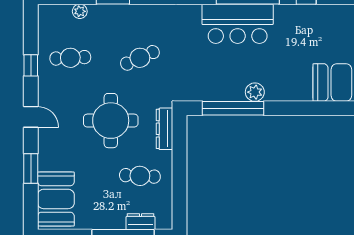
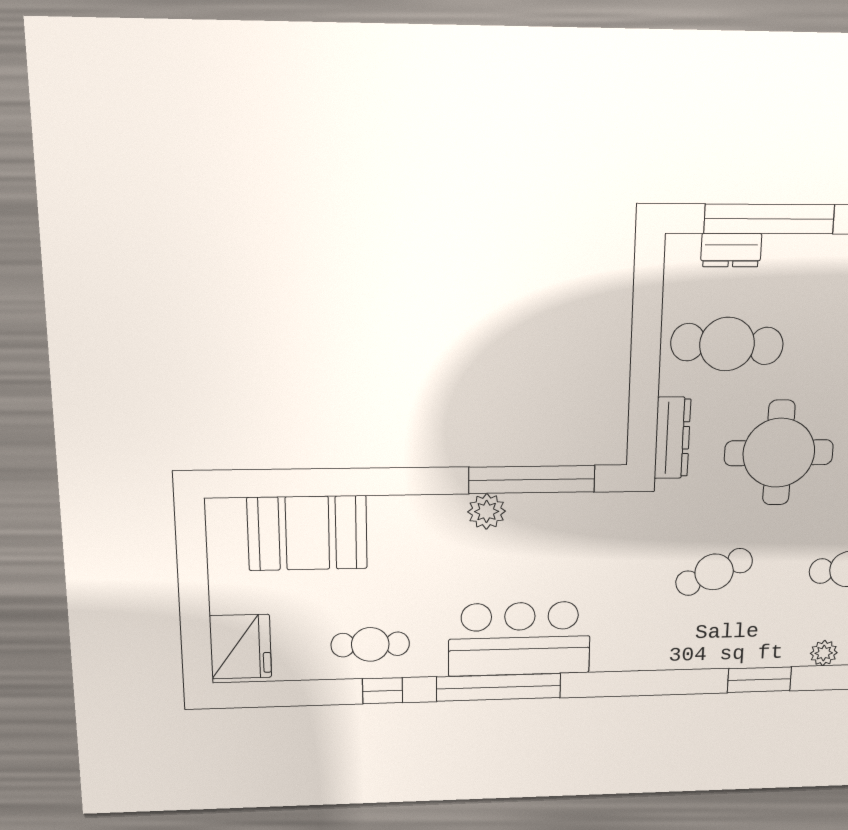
cafe table: (312, 23) -> (370, 644), added
cafe table: (140, 176) -> (727, 344), width x1.37, depth x1.35

